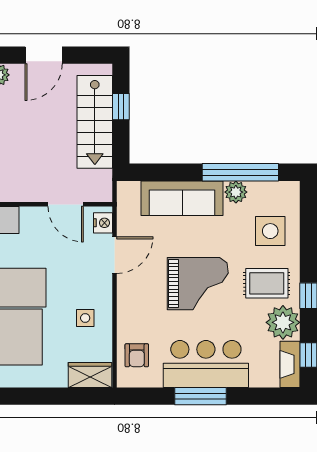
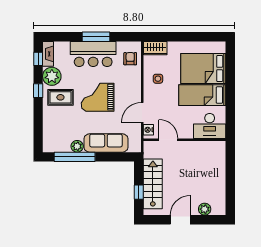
side table: (270, 231) -> (59, 125), removed

